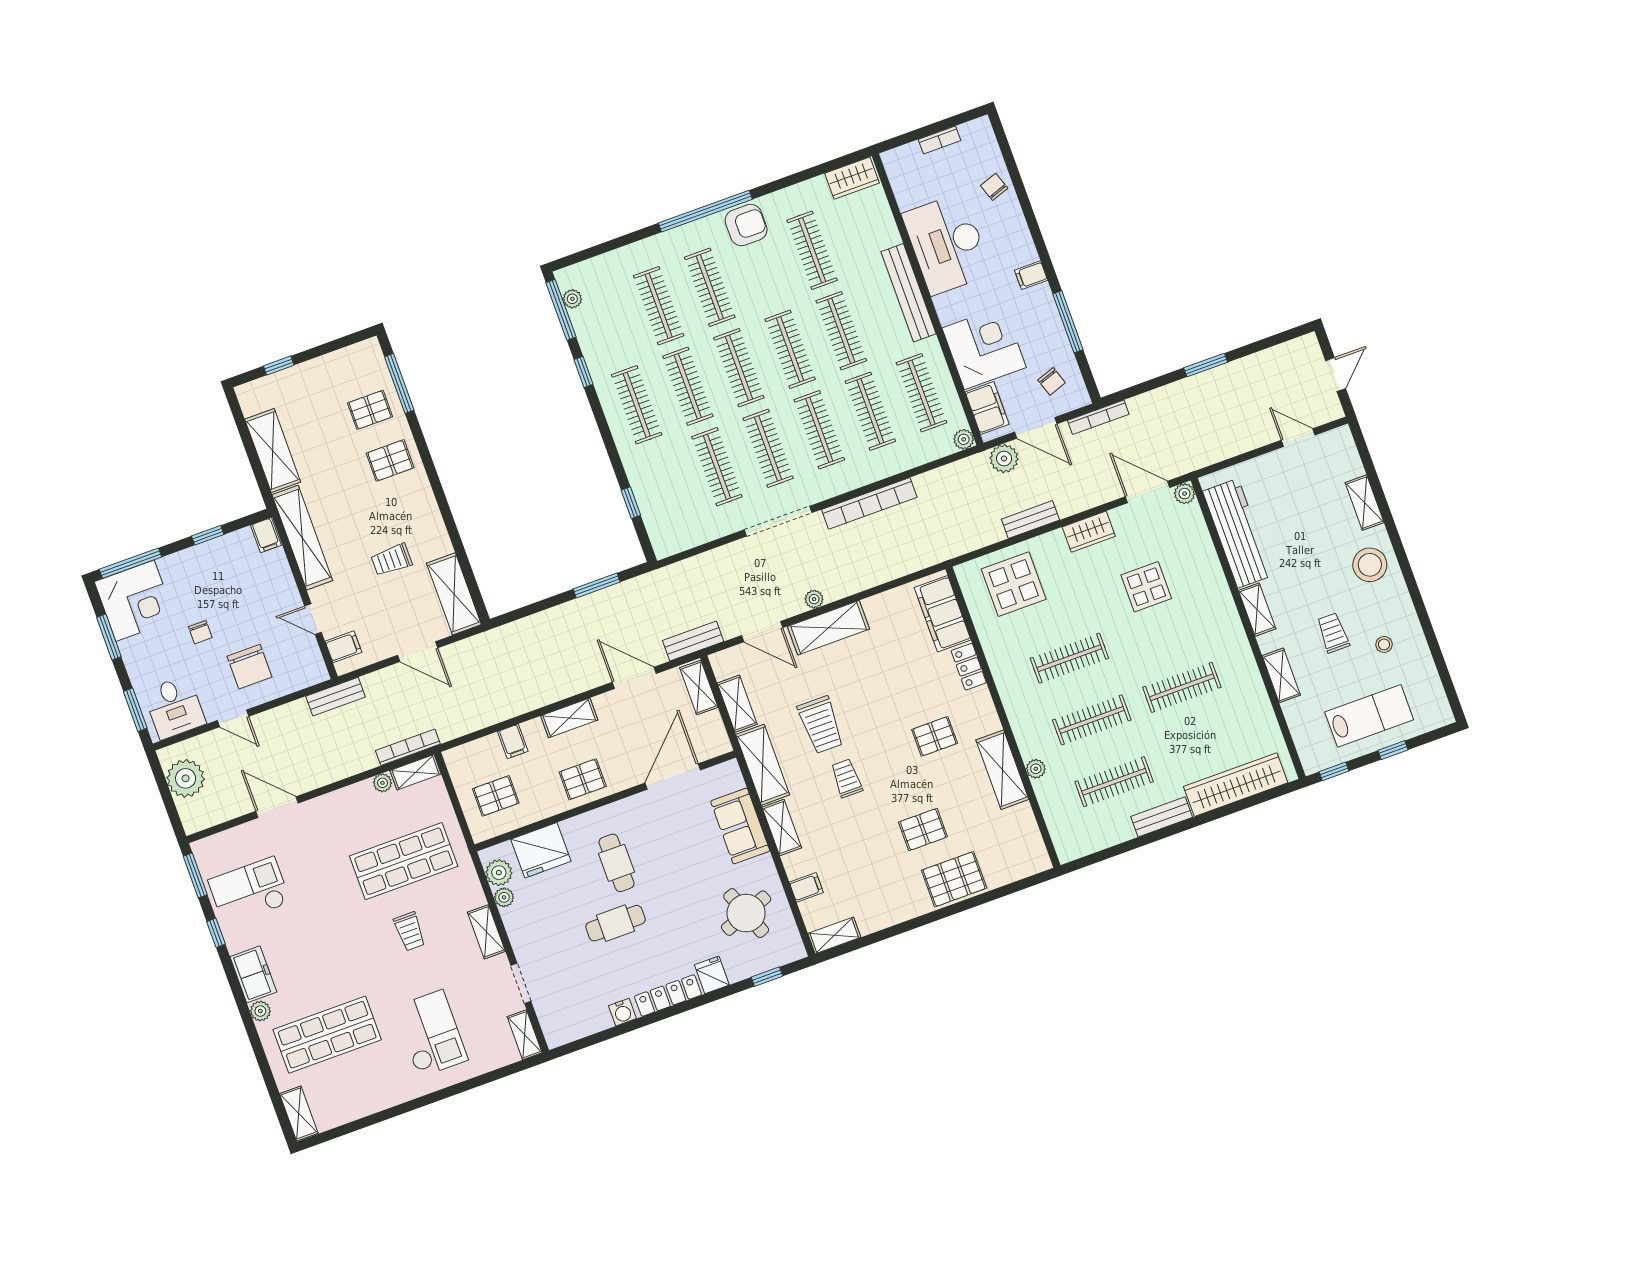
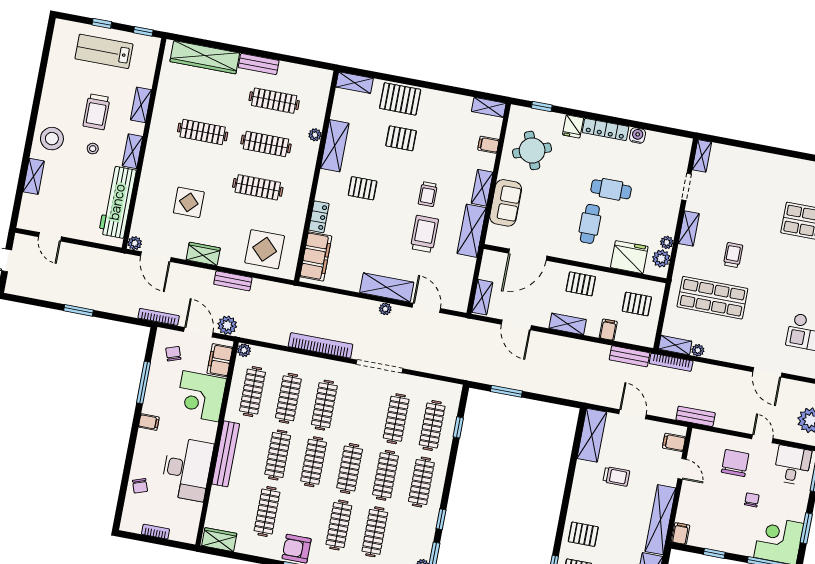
clothes rail: (768, 448) -> (432, 425), moved
trolley: (1333, 633) -> (97, 112), width x1.36, depth x1.39
bench: (693, 641) -> (629, 356), moved
stool: (1384, 644) -> (93, 149), moved
shelving: (737, 704) -> (354, 83), moved, turned 90
checkout: (431, 1033) -> (756, 189), removed

